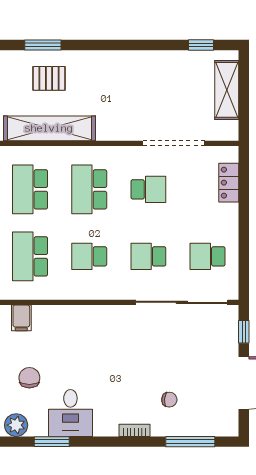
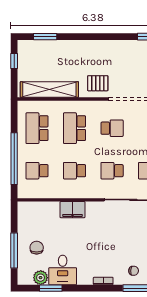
pallet: (49, 78) -> (98, 83), moved
school desk: (30, 256) -> (37, 171), width x0.54
filing cabinet: (21, 318) -> (72, 210), moved, width x2.00
chair: (169, 400) -> (134, 271), moved
plant: (16, 425) -> (41, 278), moved

